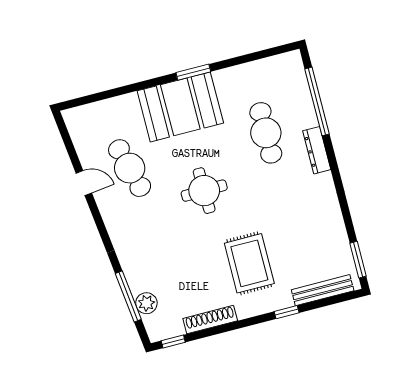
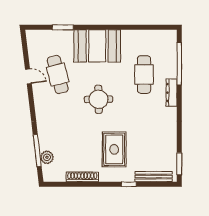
window: (193, 72) -> (63, 27), moved
window: (173, 341) -> (57, 184), removed

